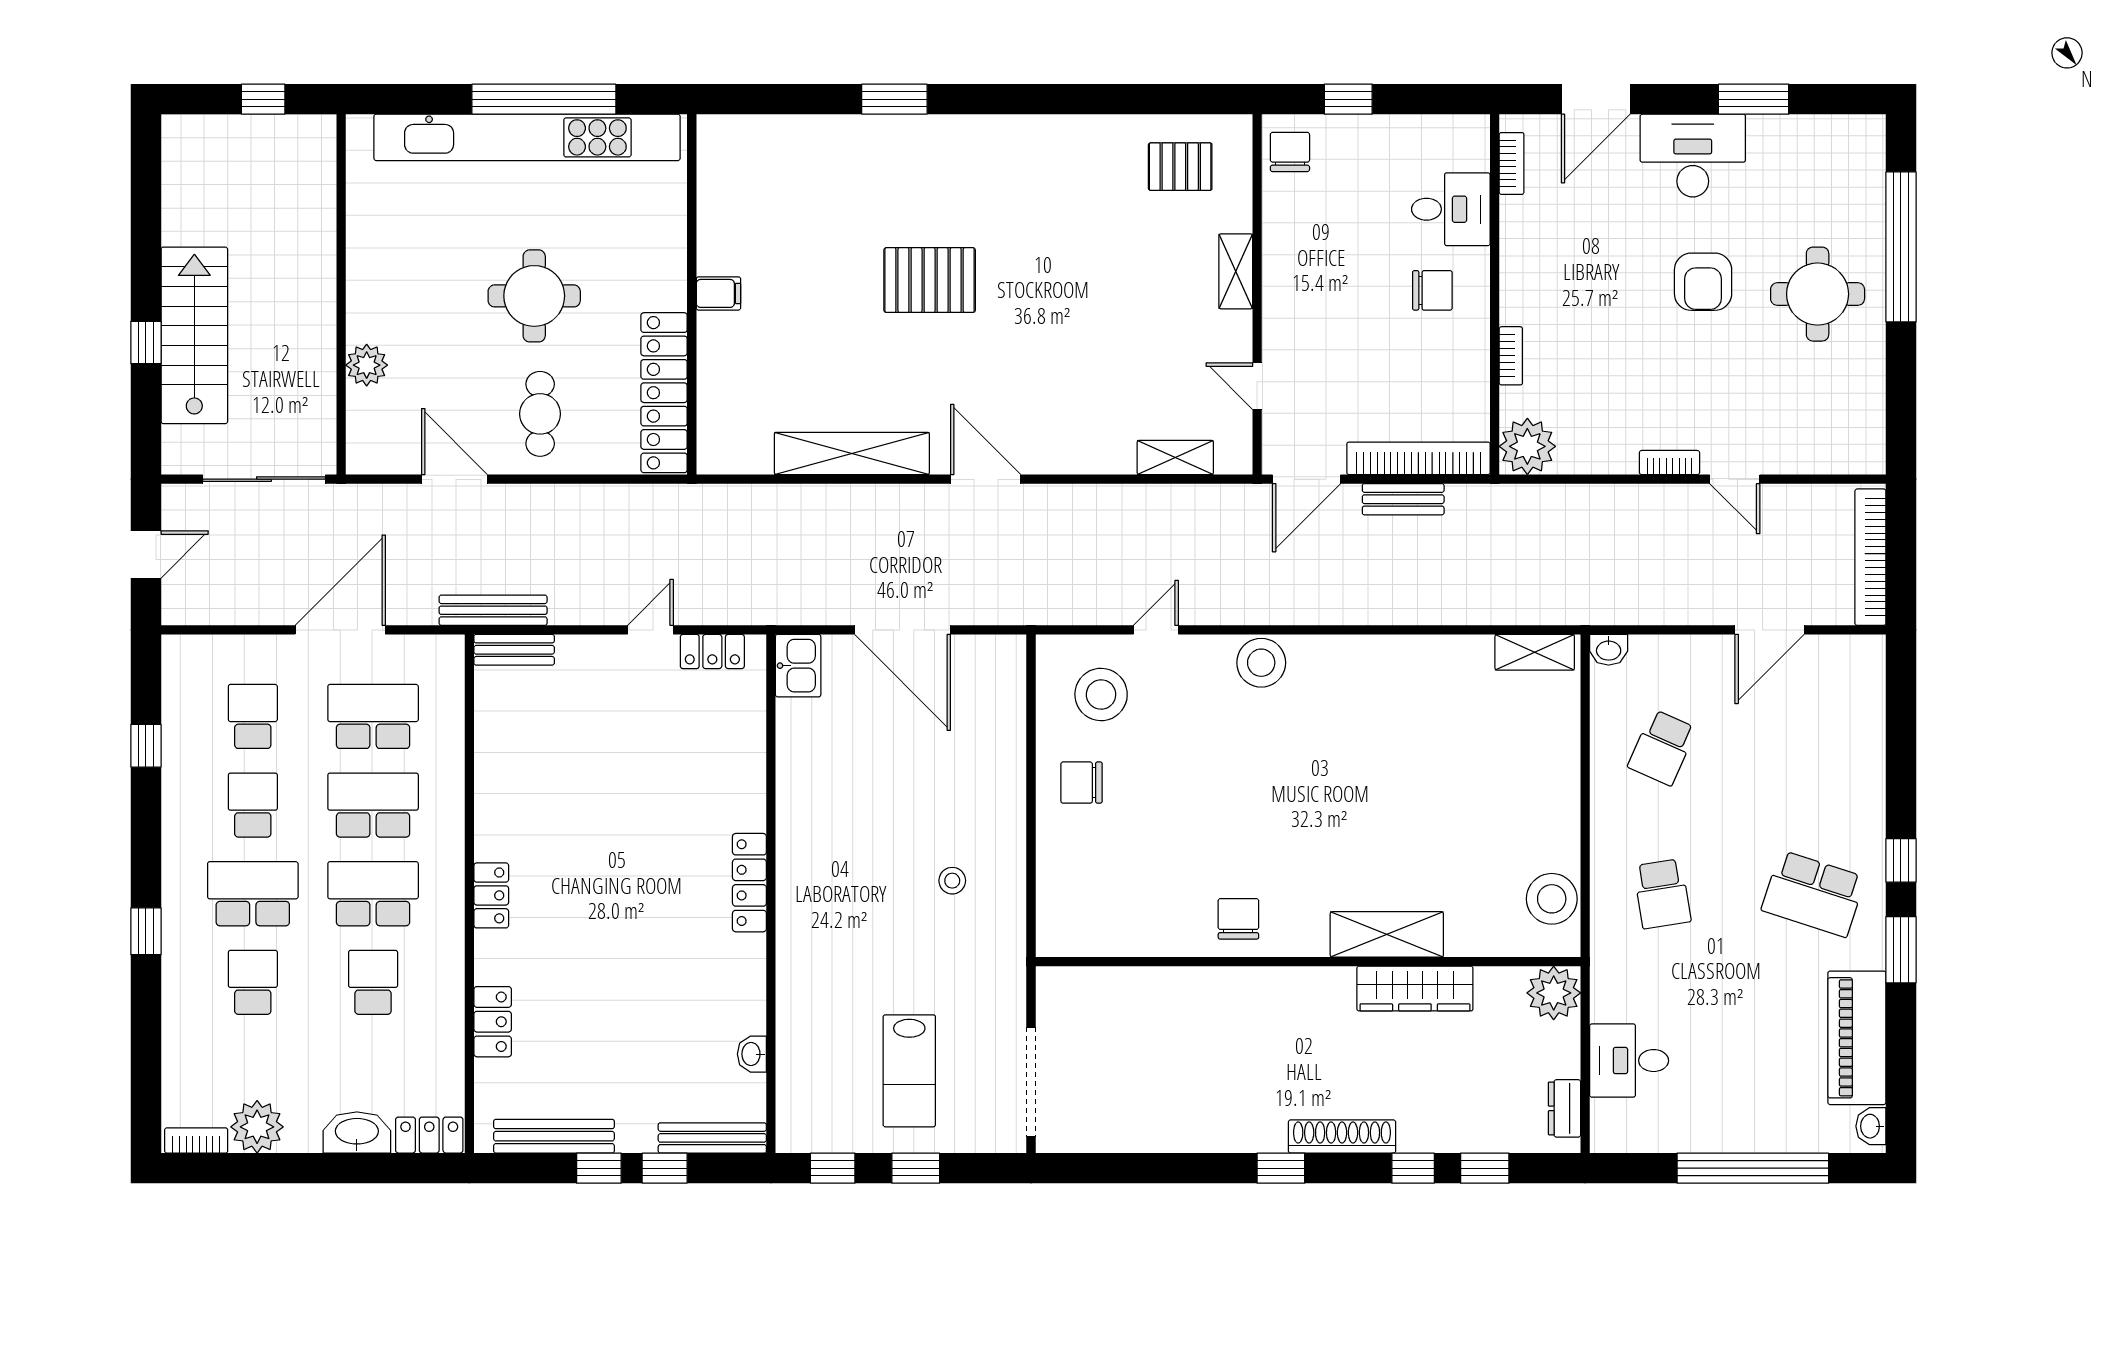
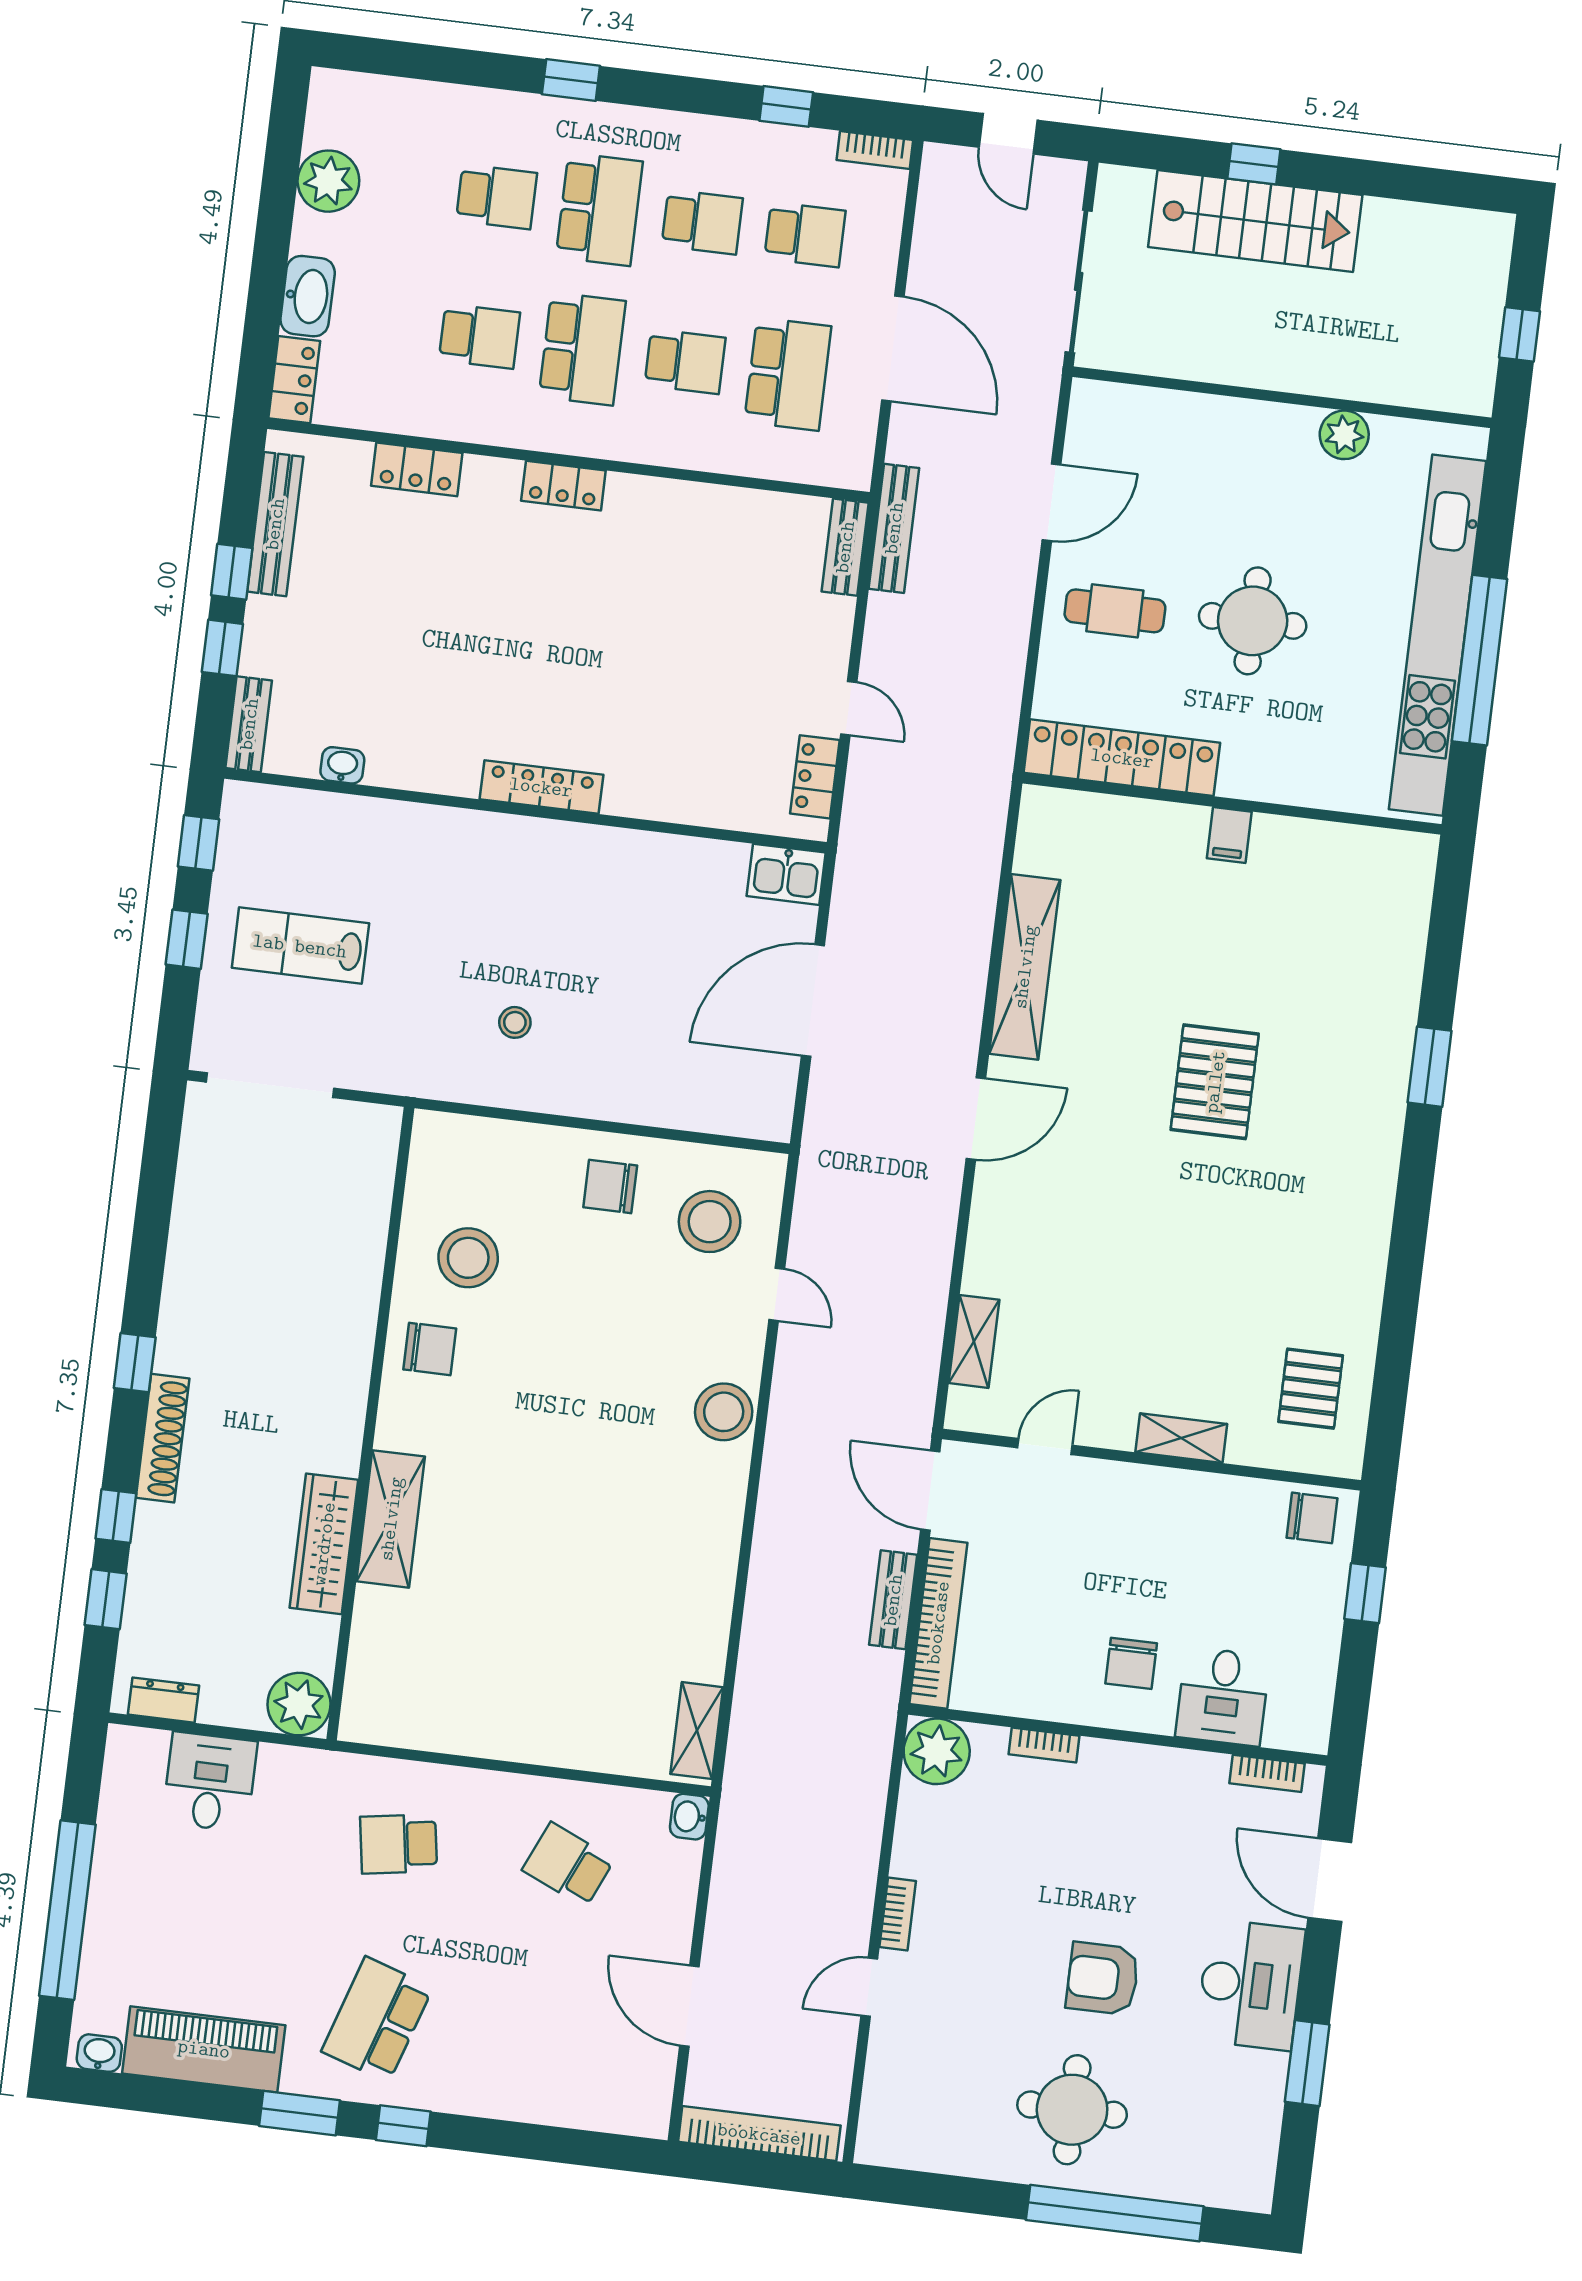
plant: (367, 365) -> (1344, 435), moved
chair: (1082, 783) -> (610, 1186), turned -90
school desk: (373, 805) -> (685, 361), width x0.54
stool: (1552, 899) -> (468, 1258), moved
bench: (712, 1138) -> (249, 724), width x0.73
bookcase: (196, 1140) -> (875, 150), moved, turned 90

